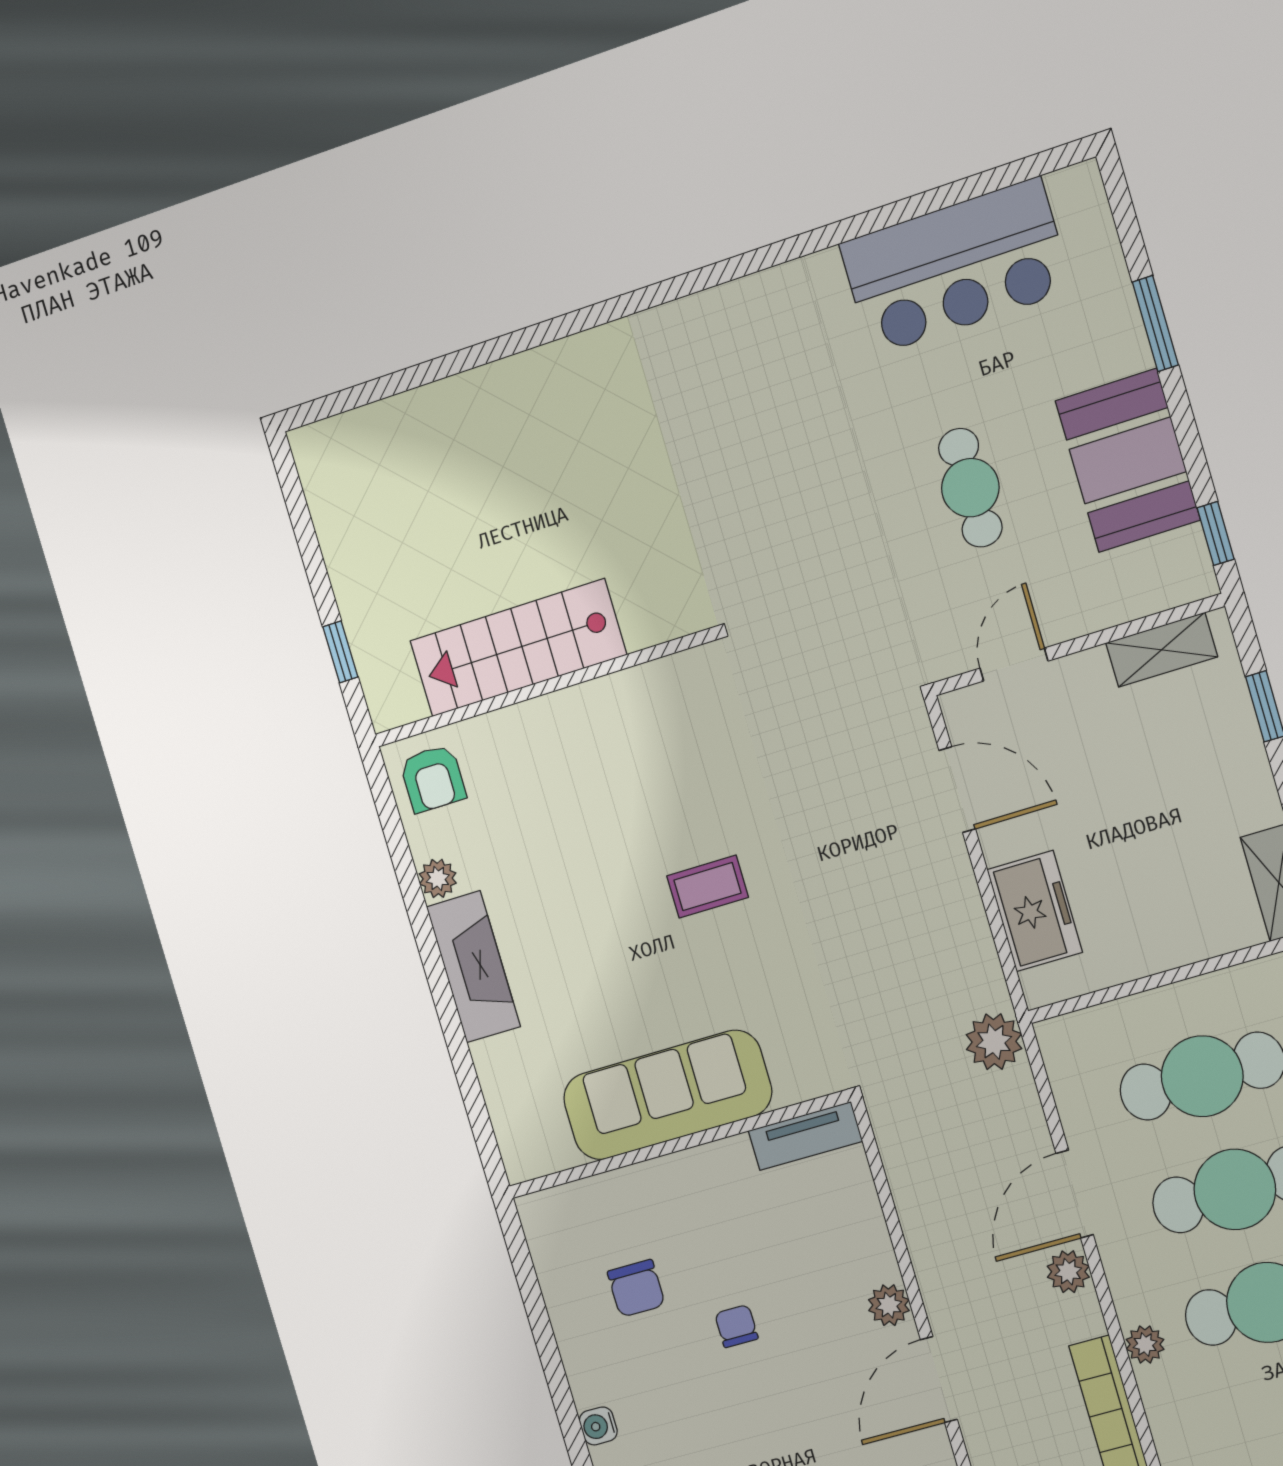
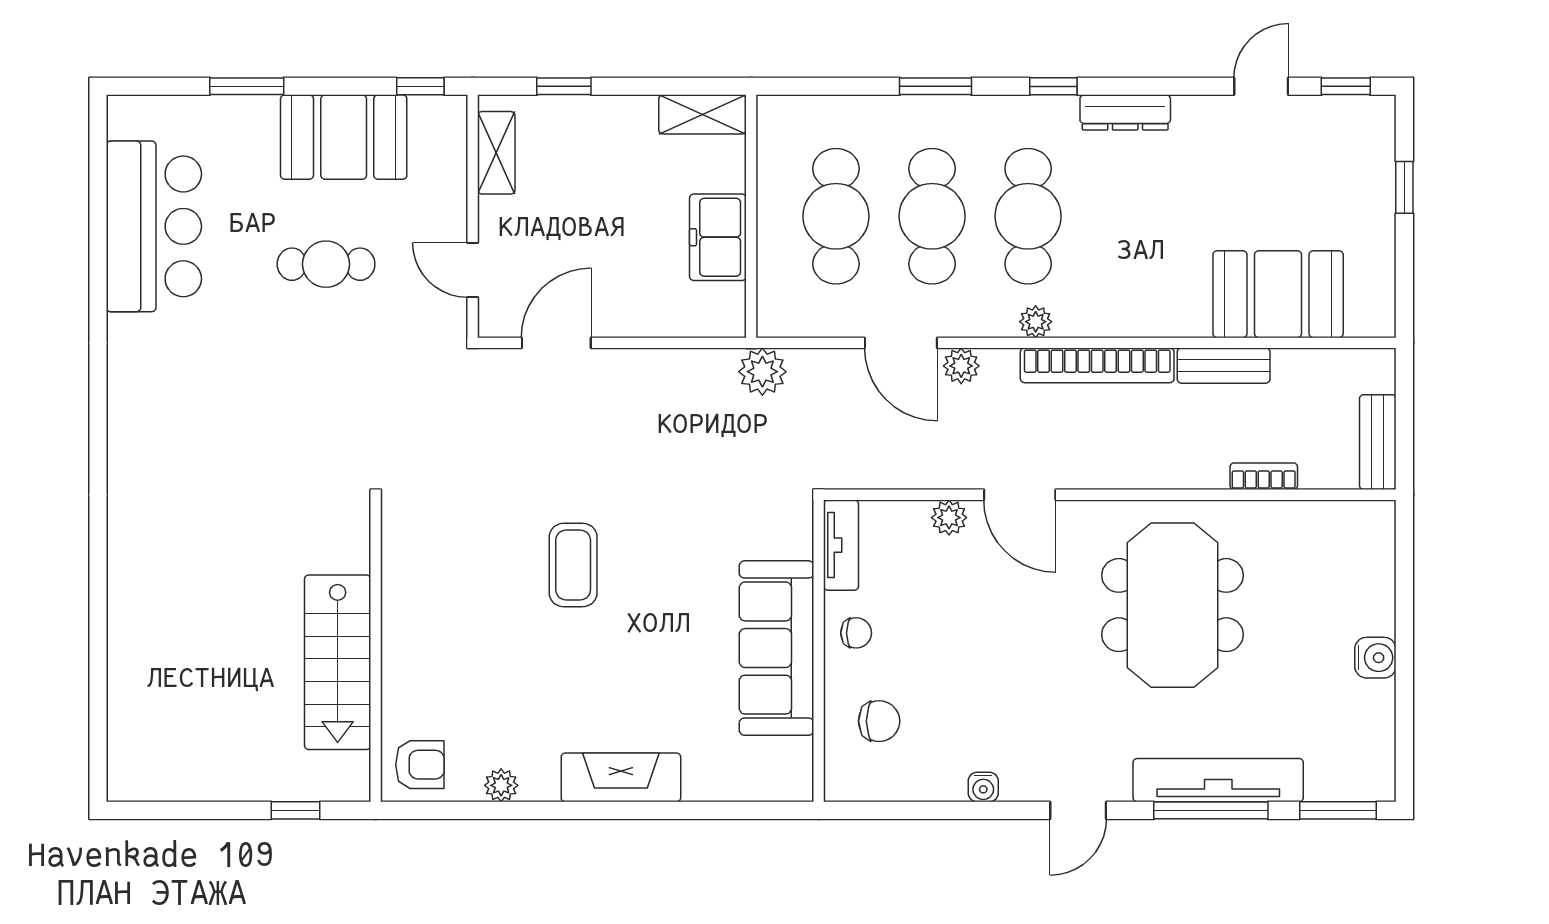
coffee table: (708, 887) -> (573, 565), width x1.36, depth x1.30
freezer: (1035, 911) -> (718, 237), moved, turned -90
fireplace: (473, 967) -> (621, 777), moved
sofa: (667, 1095) -> (776, 648), moved
tv unit: (805, 1136) -> (841, 545), moved
wall: (678, 1144) -> (819, 651), moved
chair: (736, 1326) -> (856, 633), moved, turned 180

